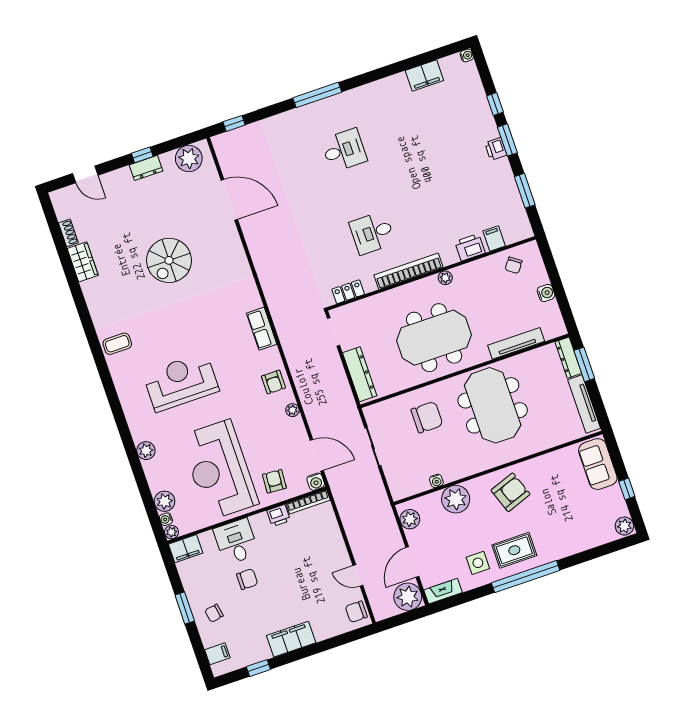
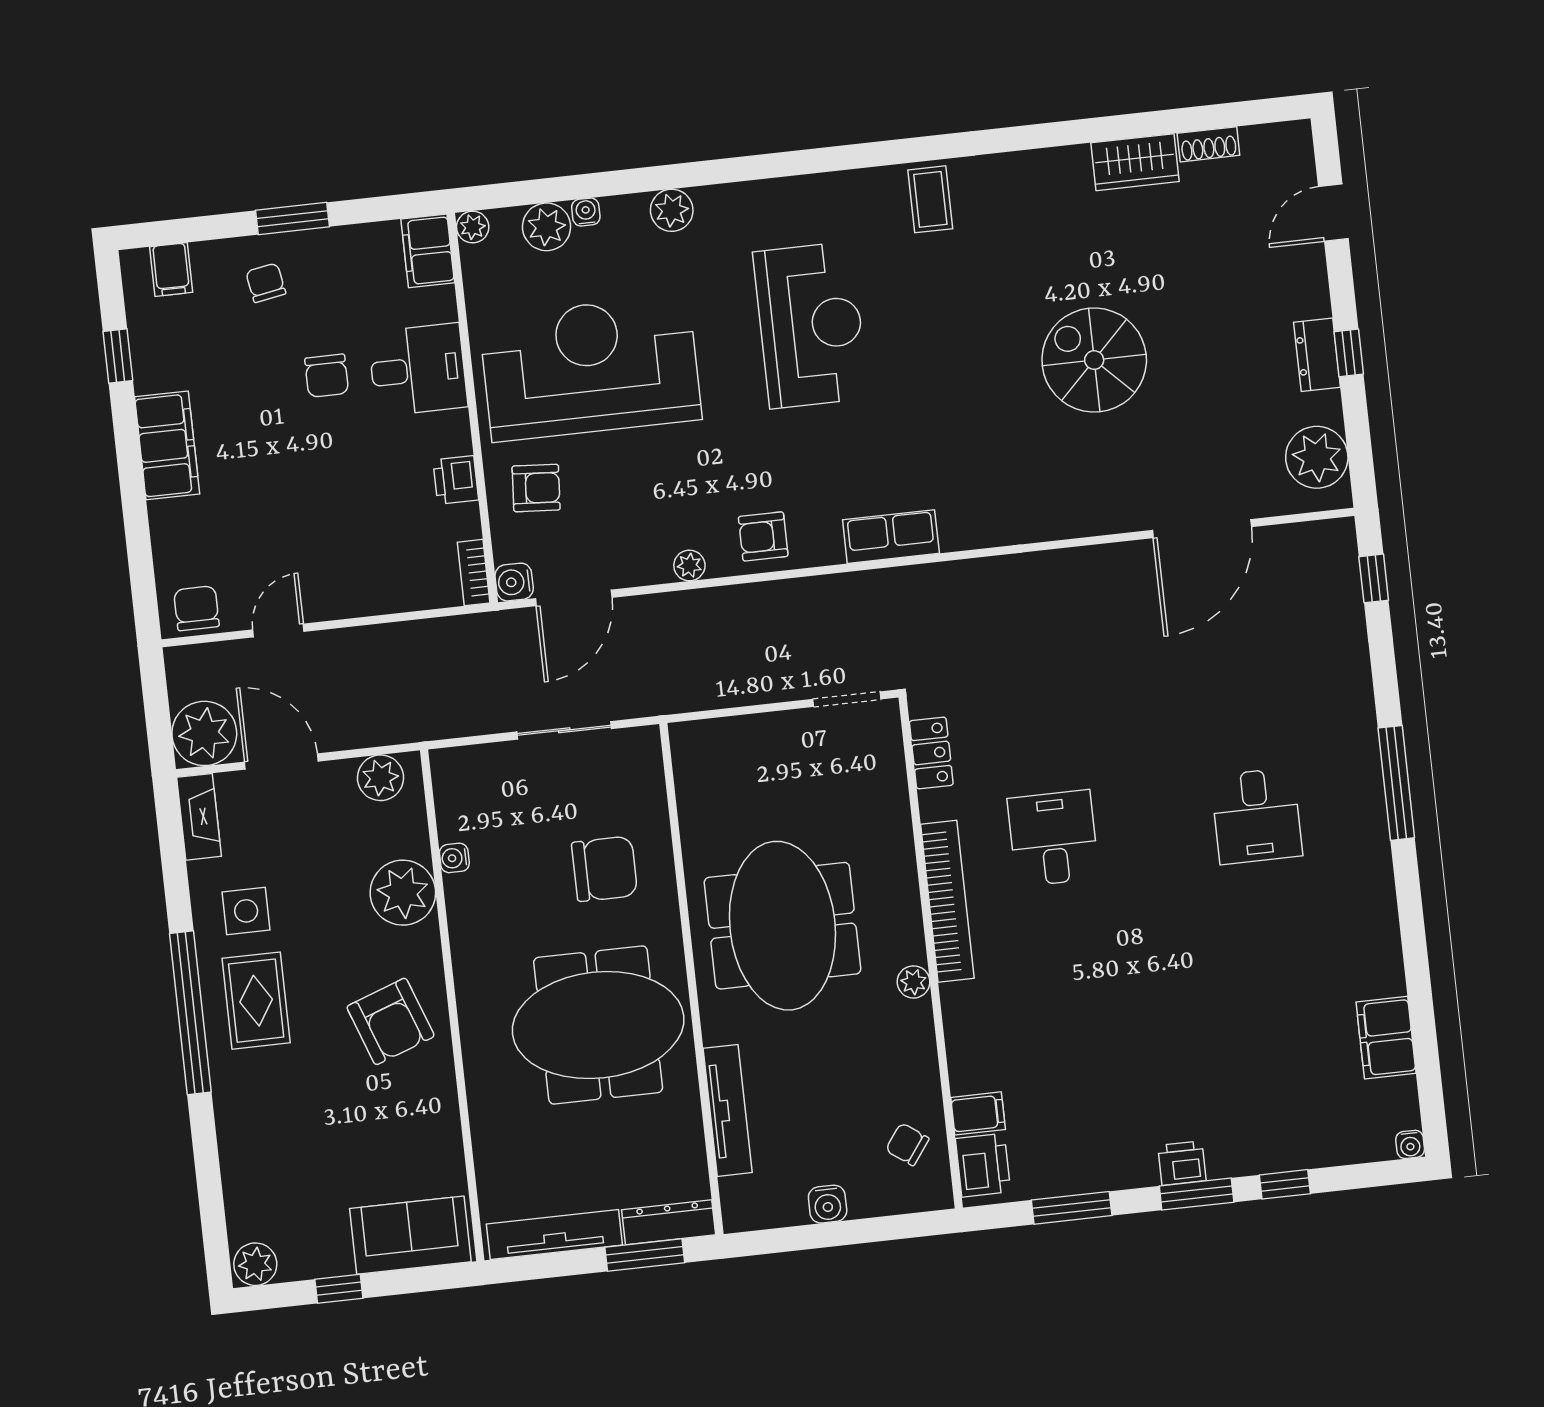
printer: (470, 247) -> (983, 1165), moved
dresser: (360, 374) -> (737, 737), removed
chair: (427, 417) -> (605, 869), turned -90
bookcase: (308, 502) -> (474, 573), width x0.64
water cooler: (166, 519) -> (586, 212), moved

